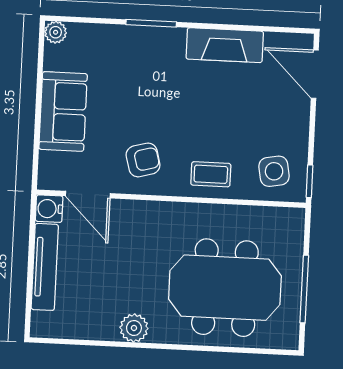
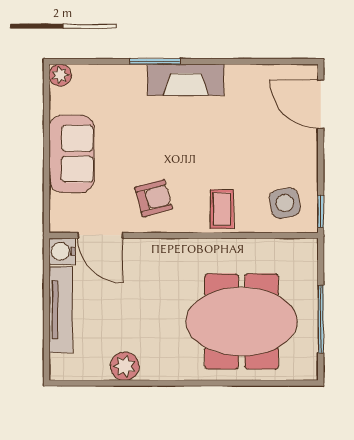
fireplace: (225, 45) -> (186, 80), moved
coffee table: (211, 174) -> (222, 209), turned 90
plant: (134, 328) -> (125, 366), moved

